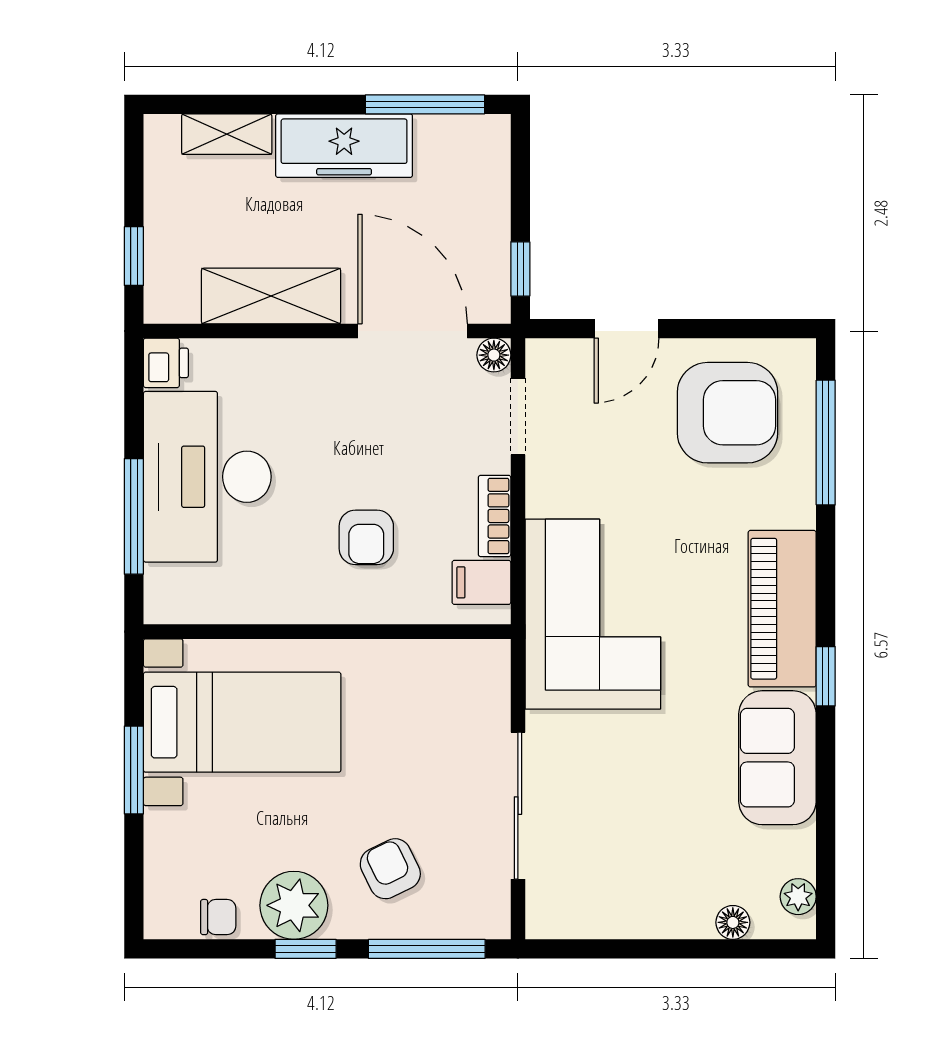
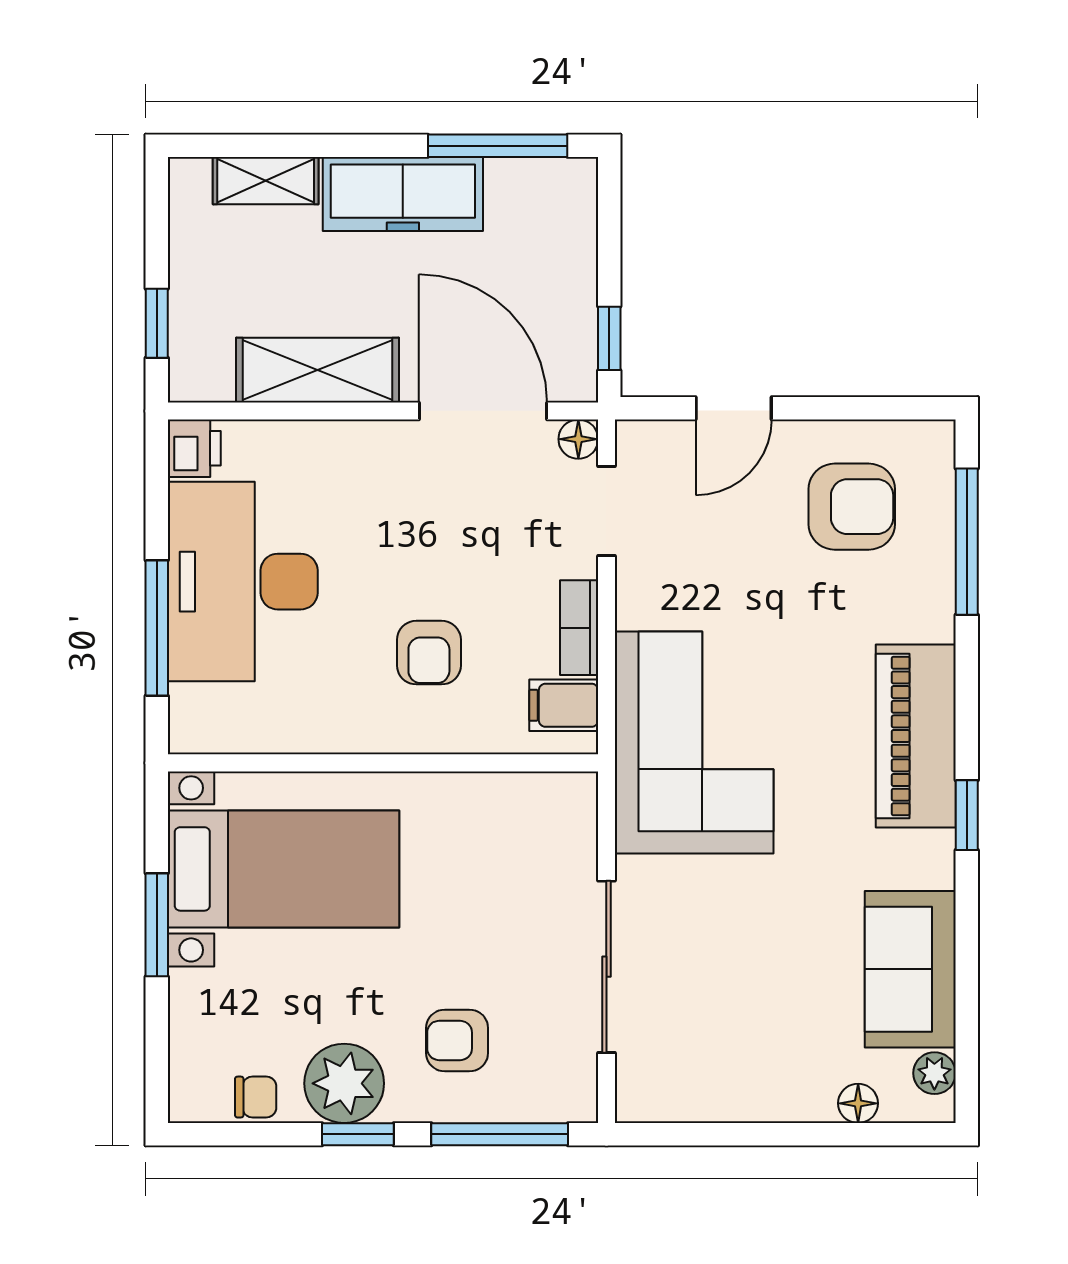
armchair: (727, 413) -> (852, 507), width x0.73, depth x0.73
sofa: (777, 758) -> (910, 969), moved
armchair: (390, 869) -> (457, 1040), turned -64

